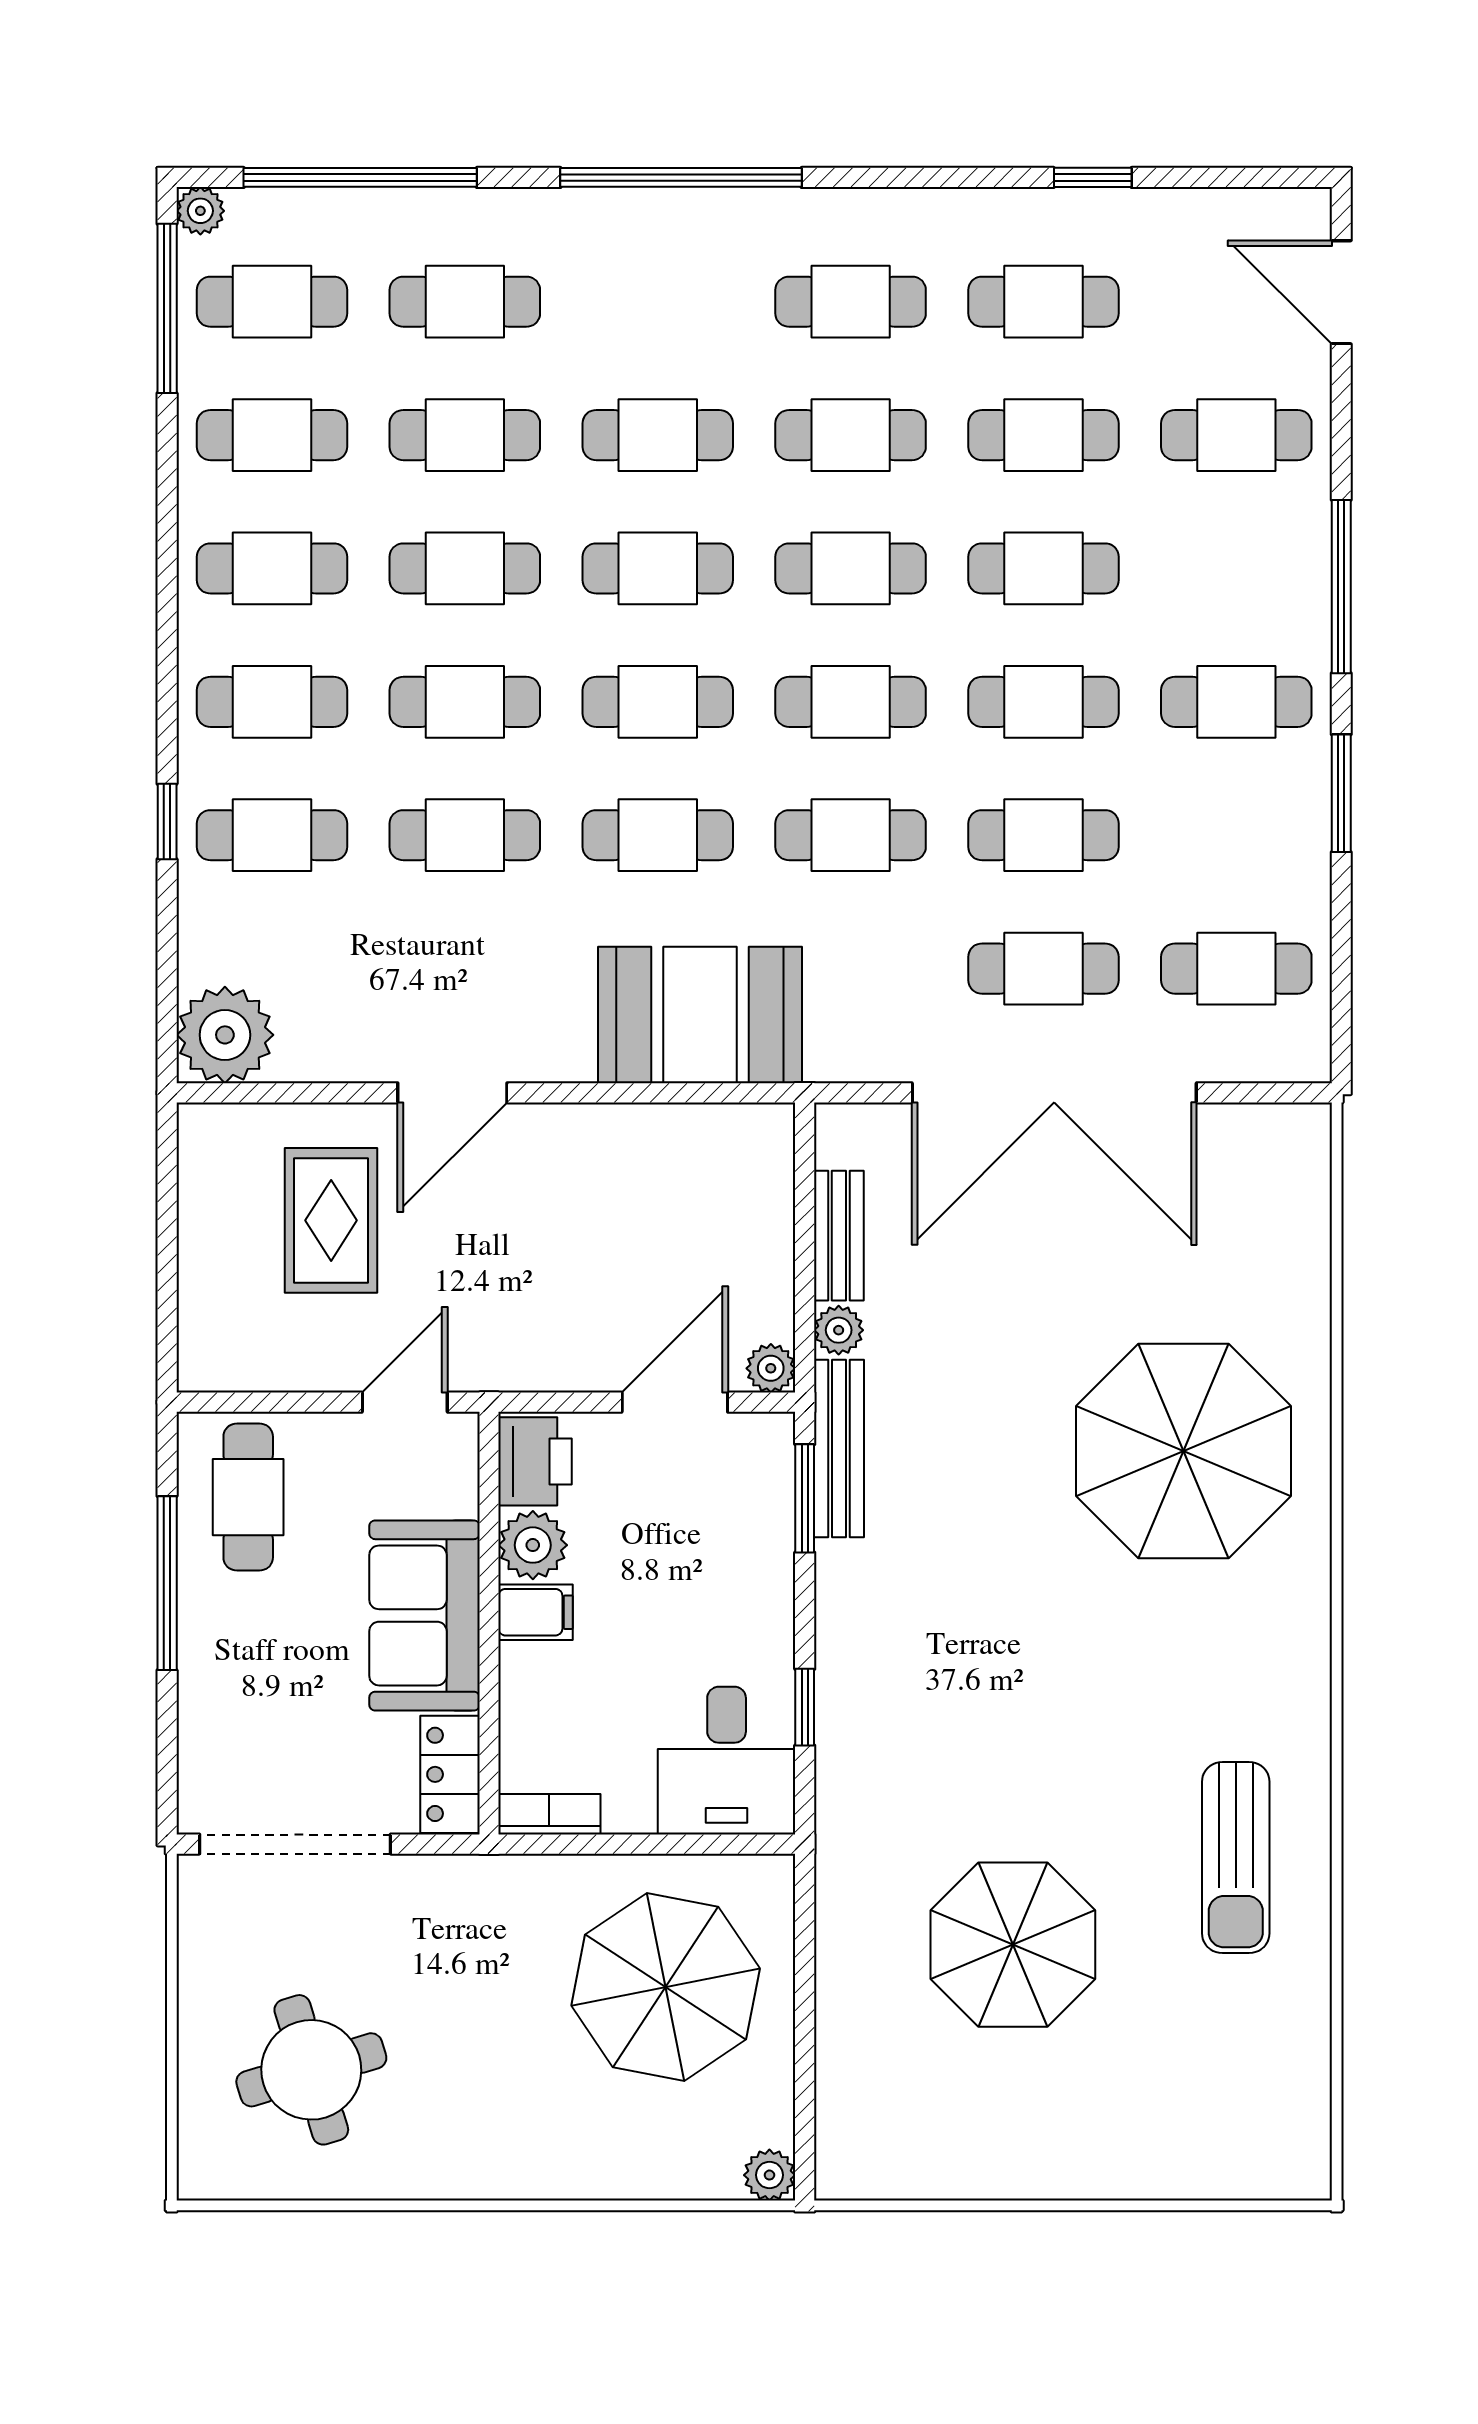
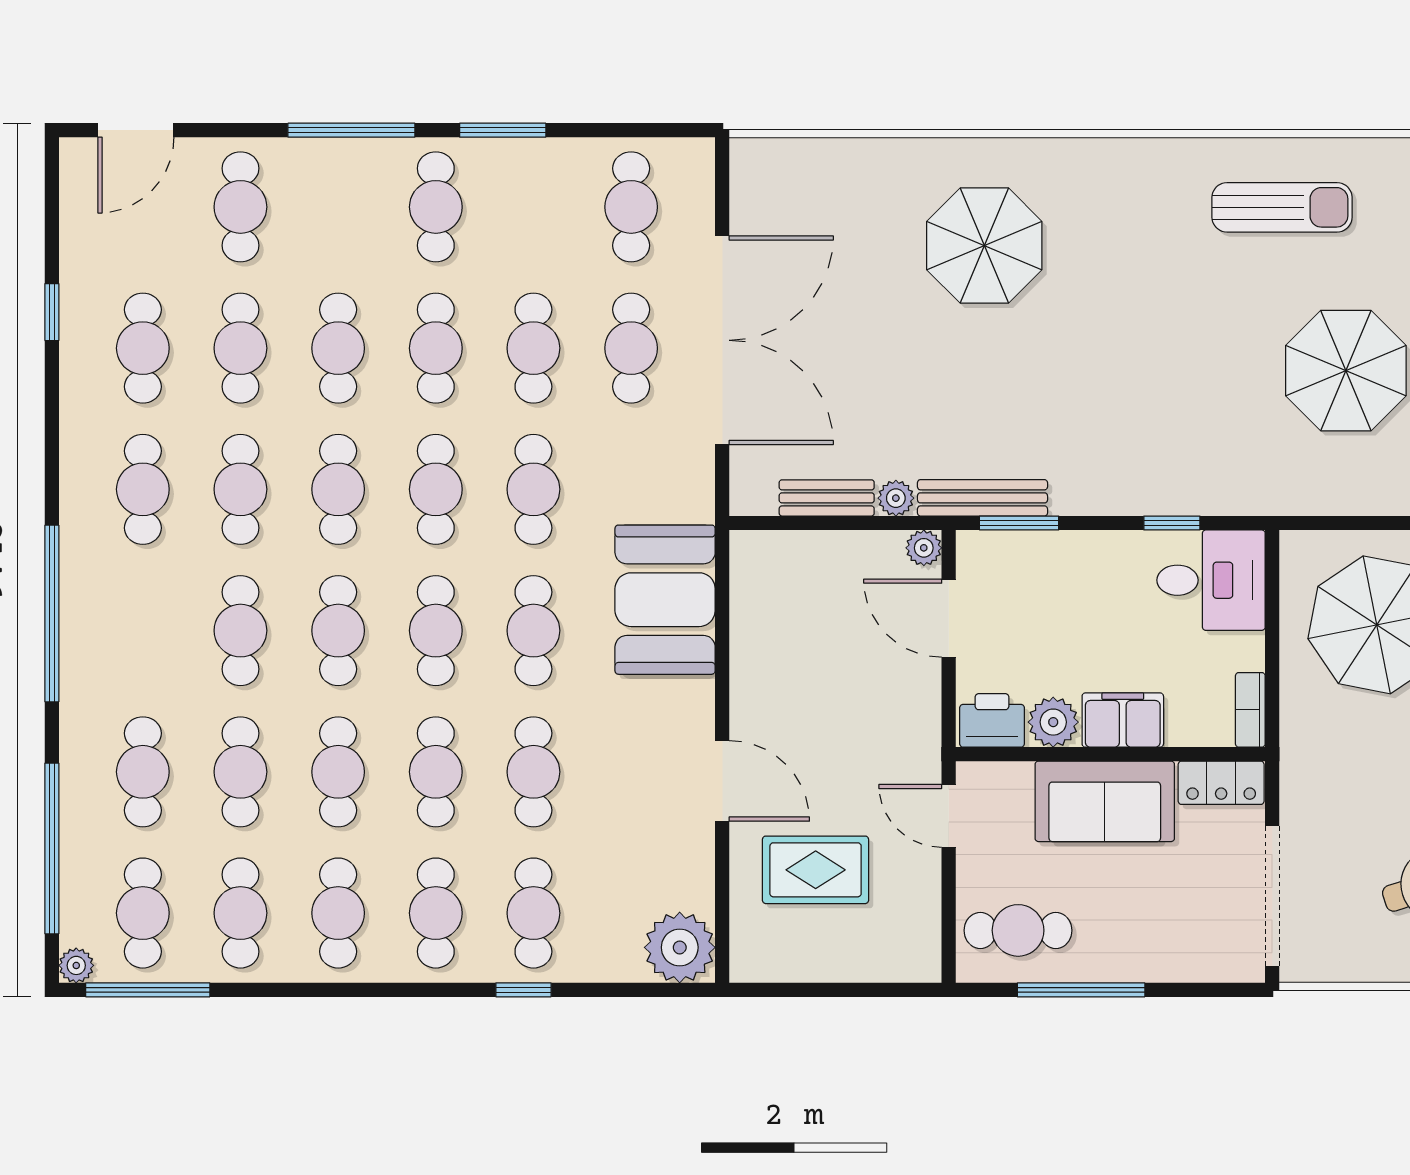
parasol: (1183, 1451) -> (984, 246), width x0.73, depth x0.73
filing cabinet: (536, 1612) -> (1123, 720), width x2.00

